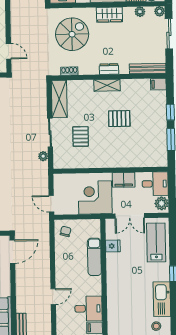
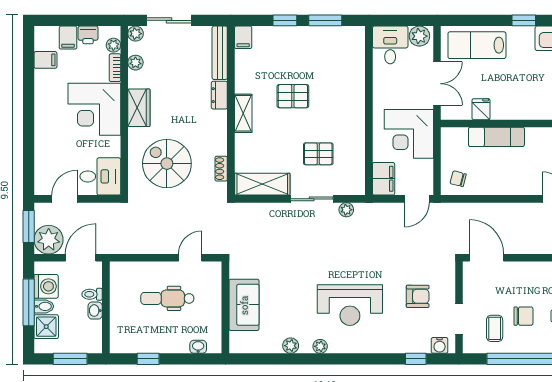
dresser: (109, 69) -> (219, 95), moved
pallet: (119, 119) -> (293, 96), turned 90
filing cabinet: (124, 180) -> (384, 179), moved

